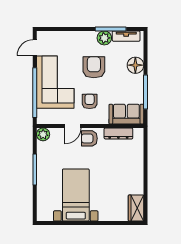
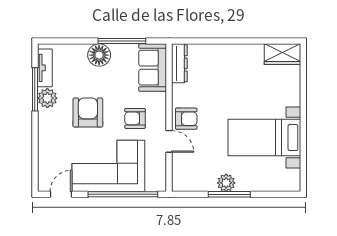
door: (35, 48) -> (61, 194), swing flipped
floor lamp: (135, 65) -> (99, 55), moved
armchair: (94, 67) -> (88, 113), turned 90
dresser: (118, 133) -> (179, 63), moved
plant: (43, 134) -> (226, 183), moved
armchair: (89, 138) -> (186, 119), turned -90

